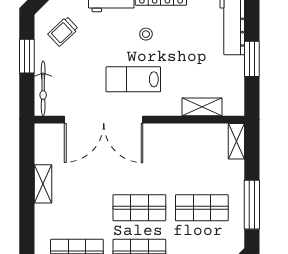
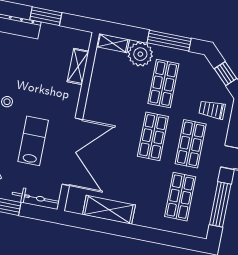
lab bench: (133, 79) -> (33, 141), moved, turned 180
plant: (230, 175) -> (140, 54), added
shelving: (43, 184) -> (109, 210), width x1.50, depth x1.33

